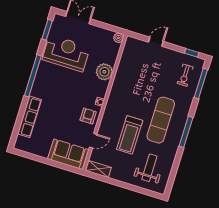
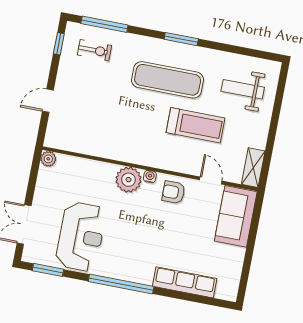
door: (156, 42) -> (48, 101), hinge flipped
reception desk: (66, 53) -> (81, 237), turned 180
plant: (104, 72) -> (128, 180), moved
window: (186, 132) -> (181, 39), width x0.69

